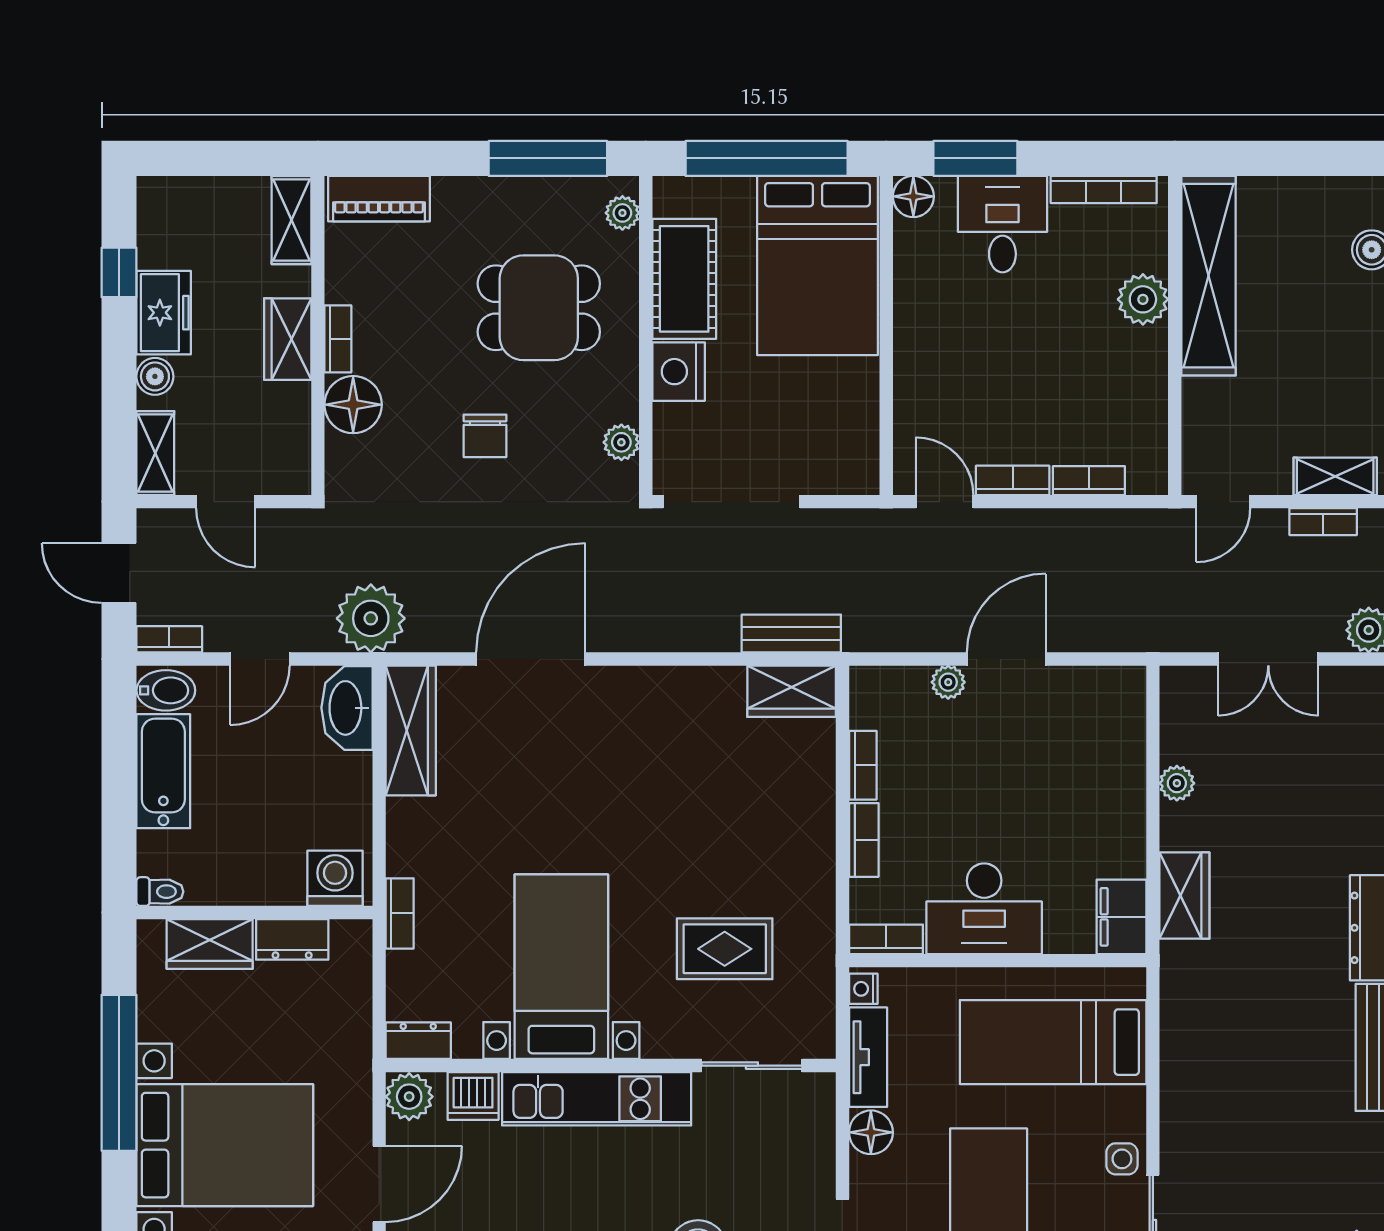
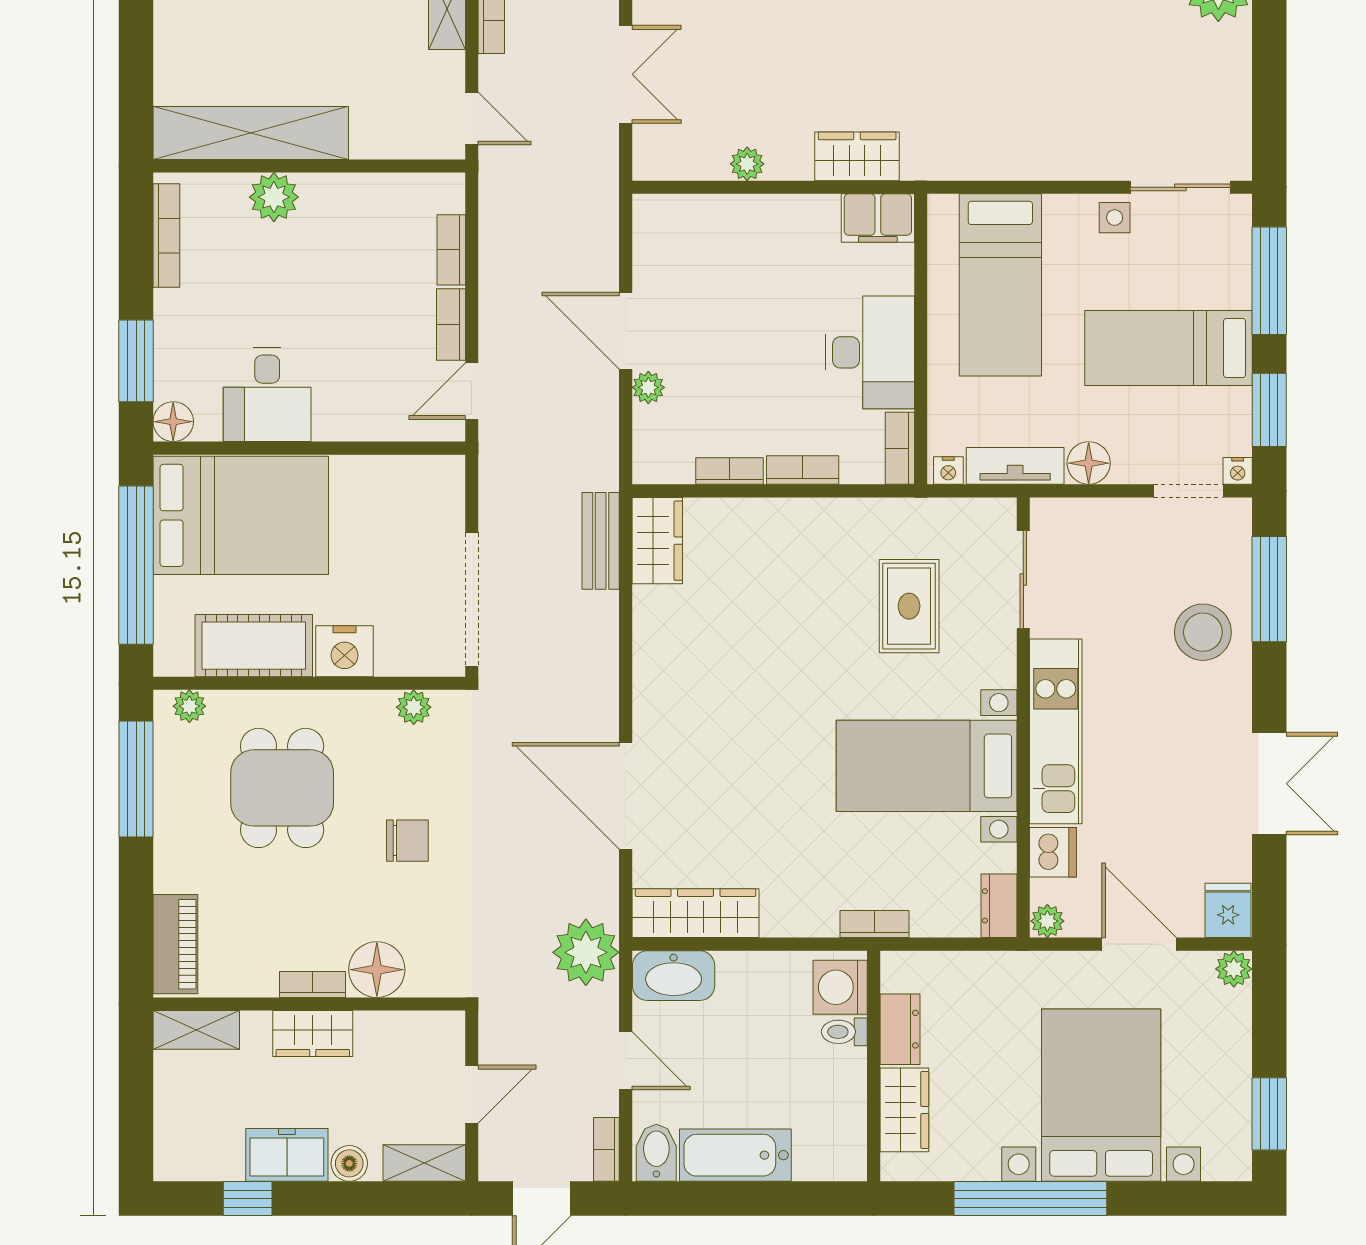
desk: (1002, 224) -> (267, 395), moved, turned -90
toilet: (160, 892) -> (844, 1032), moved, turned -90
plant: (409, 1097) -> (1047, 921), width x0.73, depth x0.73

